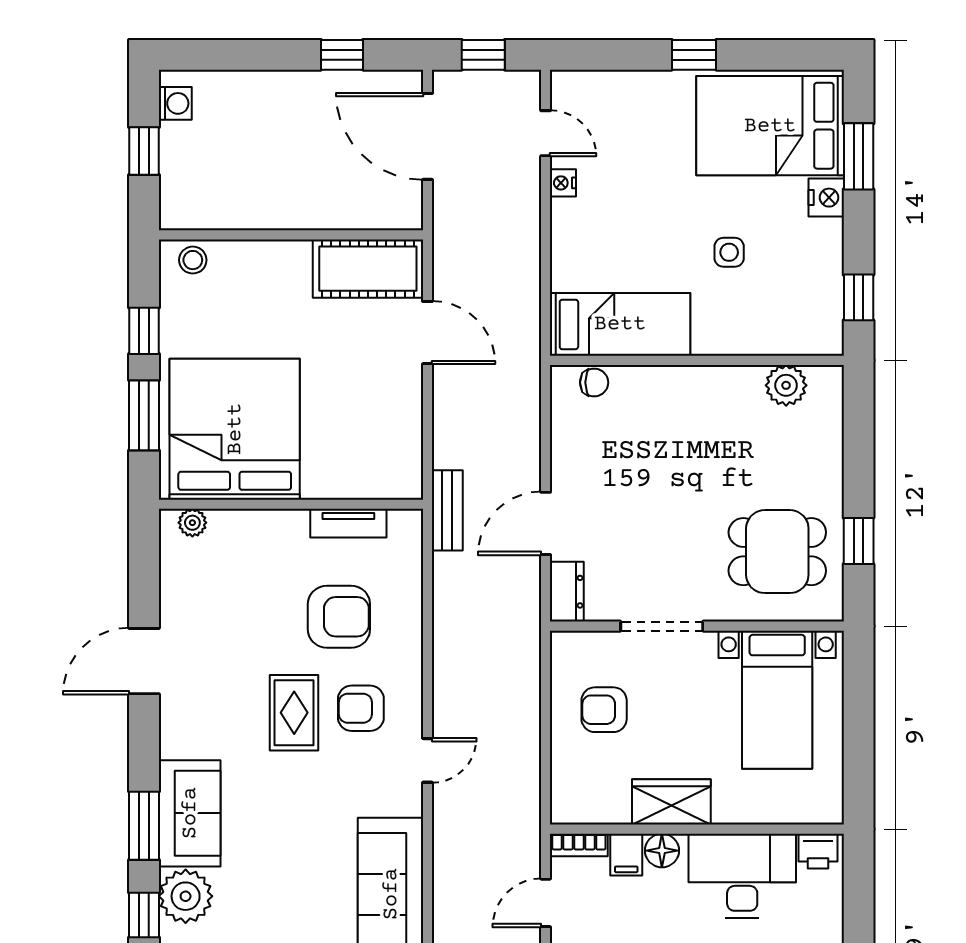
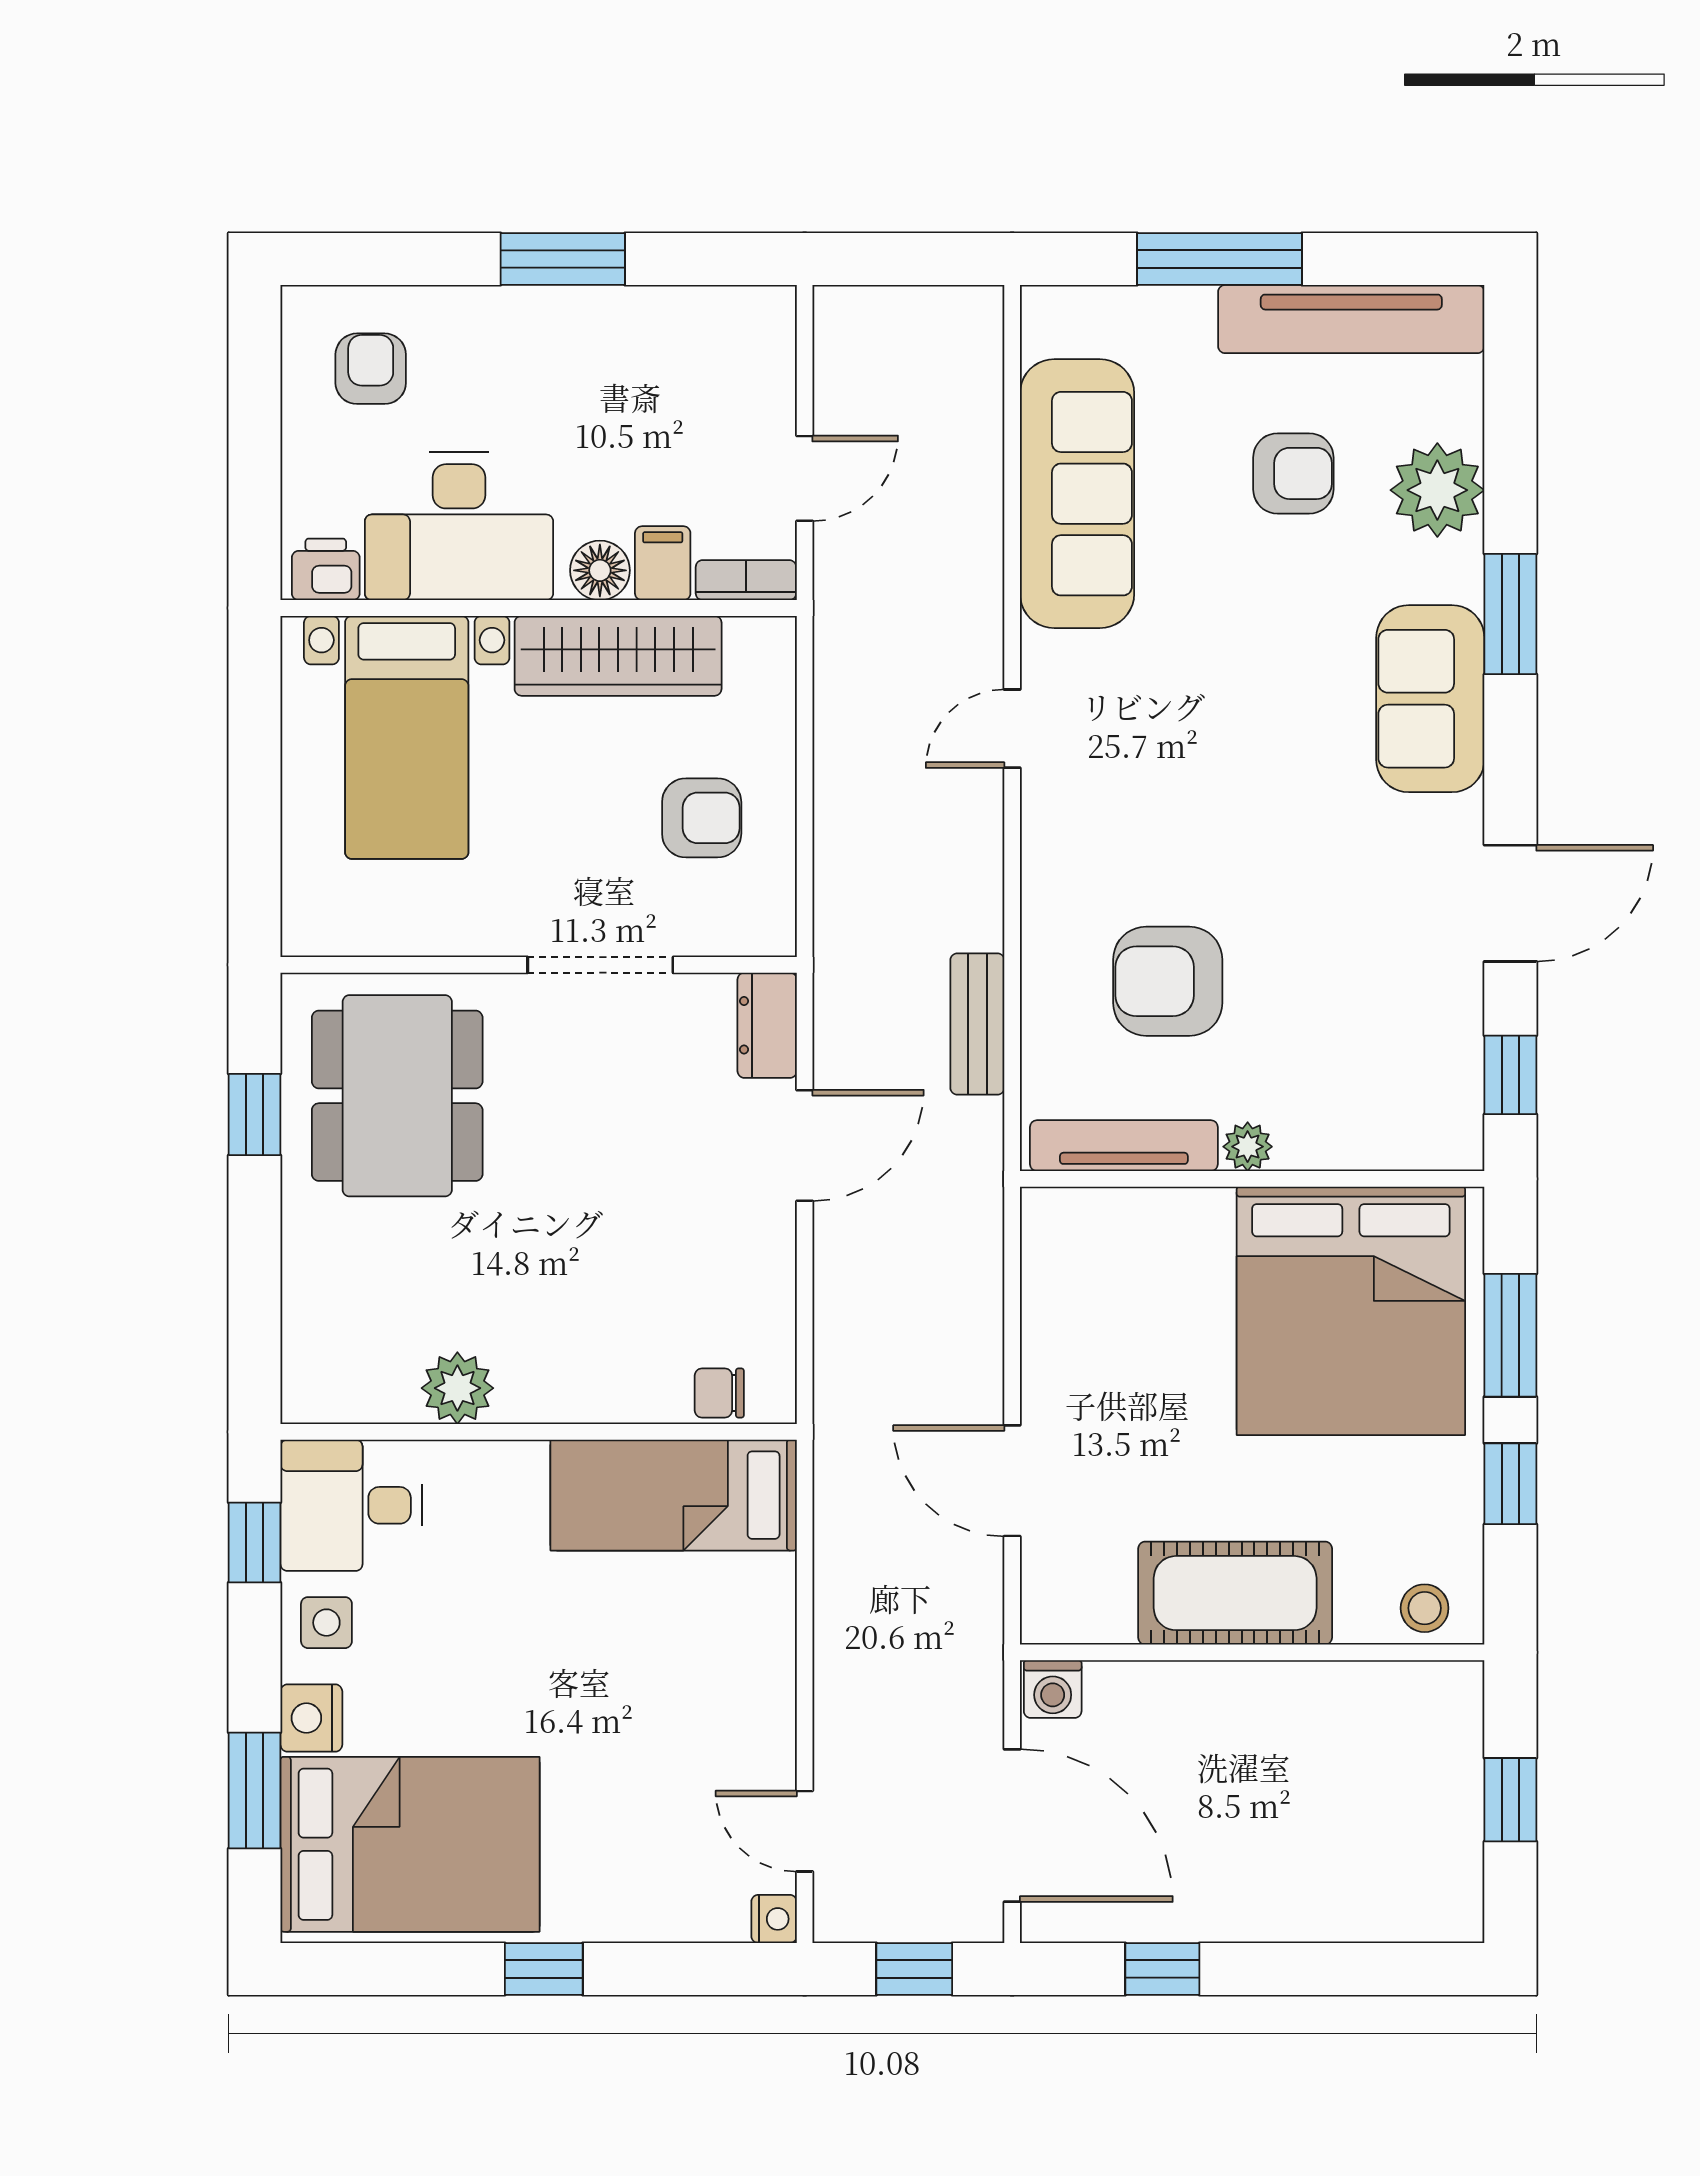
washing machine: (175, 103) -> (1053, 1689), moved, turned -90
nightstand: (563, 183) -> (774, 1919), moved
side table: (729, 252) -> (326, 1623), moved
cot: (368, 269) -> (1235, 1593), moved
desk: (803, 319) -> (351, 1505), added
plant: (786, 385) -> (457, 1388), moved
bench: (447, 510) -> (977, 1024), moved
plant: (192, 523) -> (1248, 1147), moved
tv unit: (348, 523) -> (1124, 1146), width x1.41
dining table: (777, 552) -> (397, 1096), width x1.38
bed with nightstands: (777, 700) -> (407, 737), moved, turned 180
armchair: (361, 708) -> (1293, 473), moved
rug: (294, 713) -> (1247, 813), removed
wardrobe: (671, 802) -> (618, 656), width x1.50
sofa: (190, 813) -> (1430, 699), moved
window: (144, 915) -> (1510, 1075), moved

